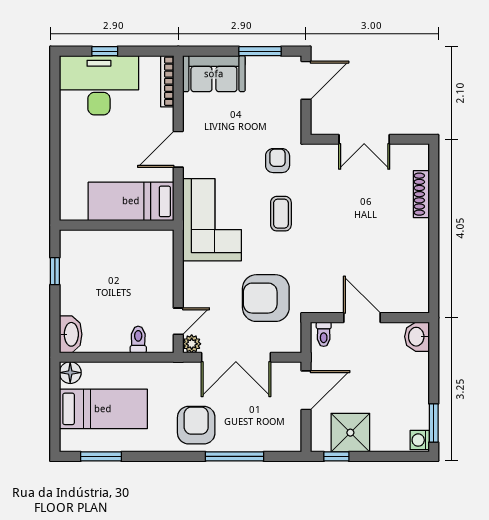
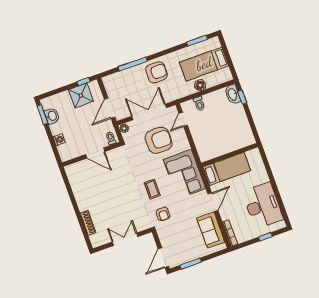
sofa: (214, 74) -> (211, 230), moved, turned -90
desk: (99, 85) -> (263, 205), moved, turned -90
window: (55, 271) -> (242, 97), moved
armchair: (266, 298) -> (159, 140), moved
washbasin: (417, 337) -> (52, 116), moved
plant: (192, 344) -> (124, 128), moved
floor lamp: (70, 373) -> (200, 85), moved
armchair: (196, 425) -> (156, 72), turned -90
washing machine: (420, 440) -> (59, 140), moved

